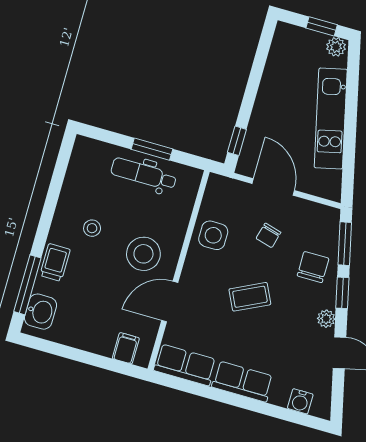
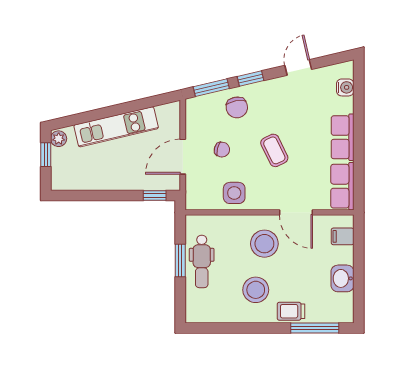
stool: (92, 228) -> (256, 290), width x1.89, depth x1.89
chair: (313, 267) -> (237, 107), turned -100
washbasin: (40, 312) -> (342, 278), moved, turned -90
plant: (326, 319) -> (274, 86), removed

